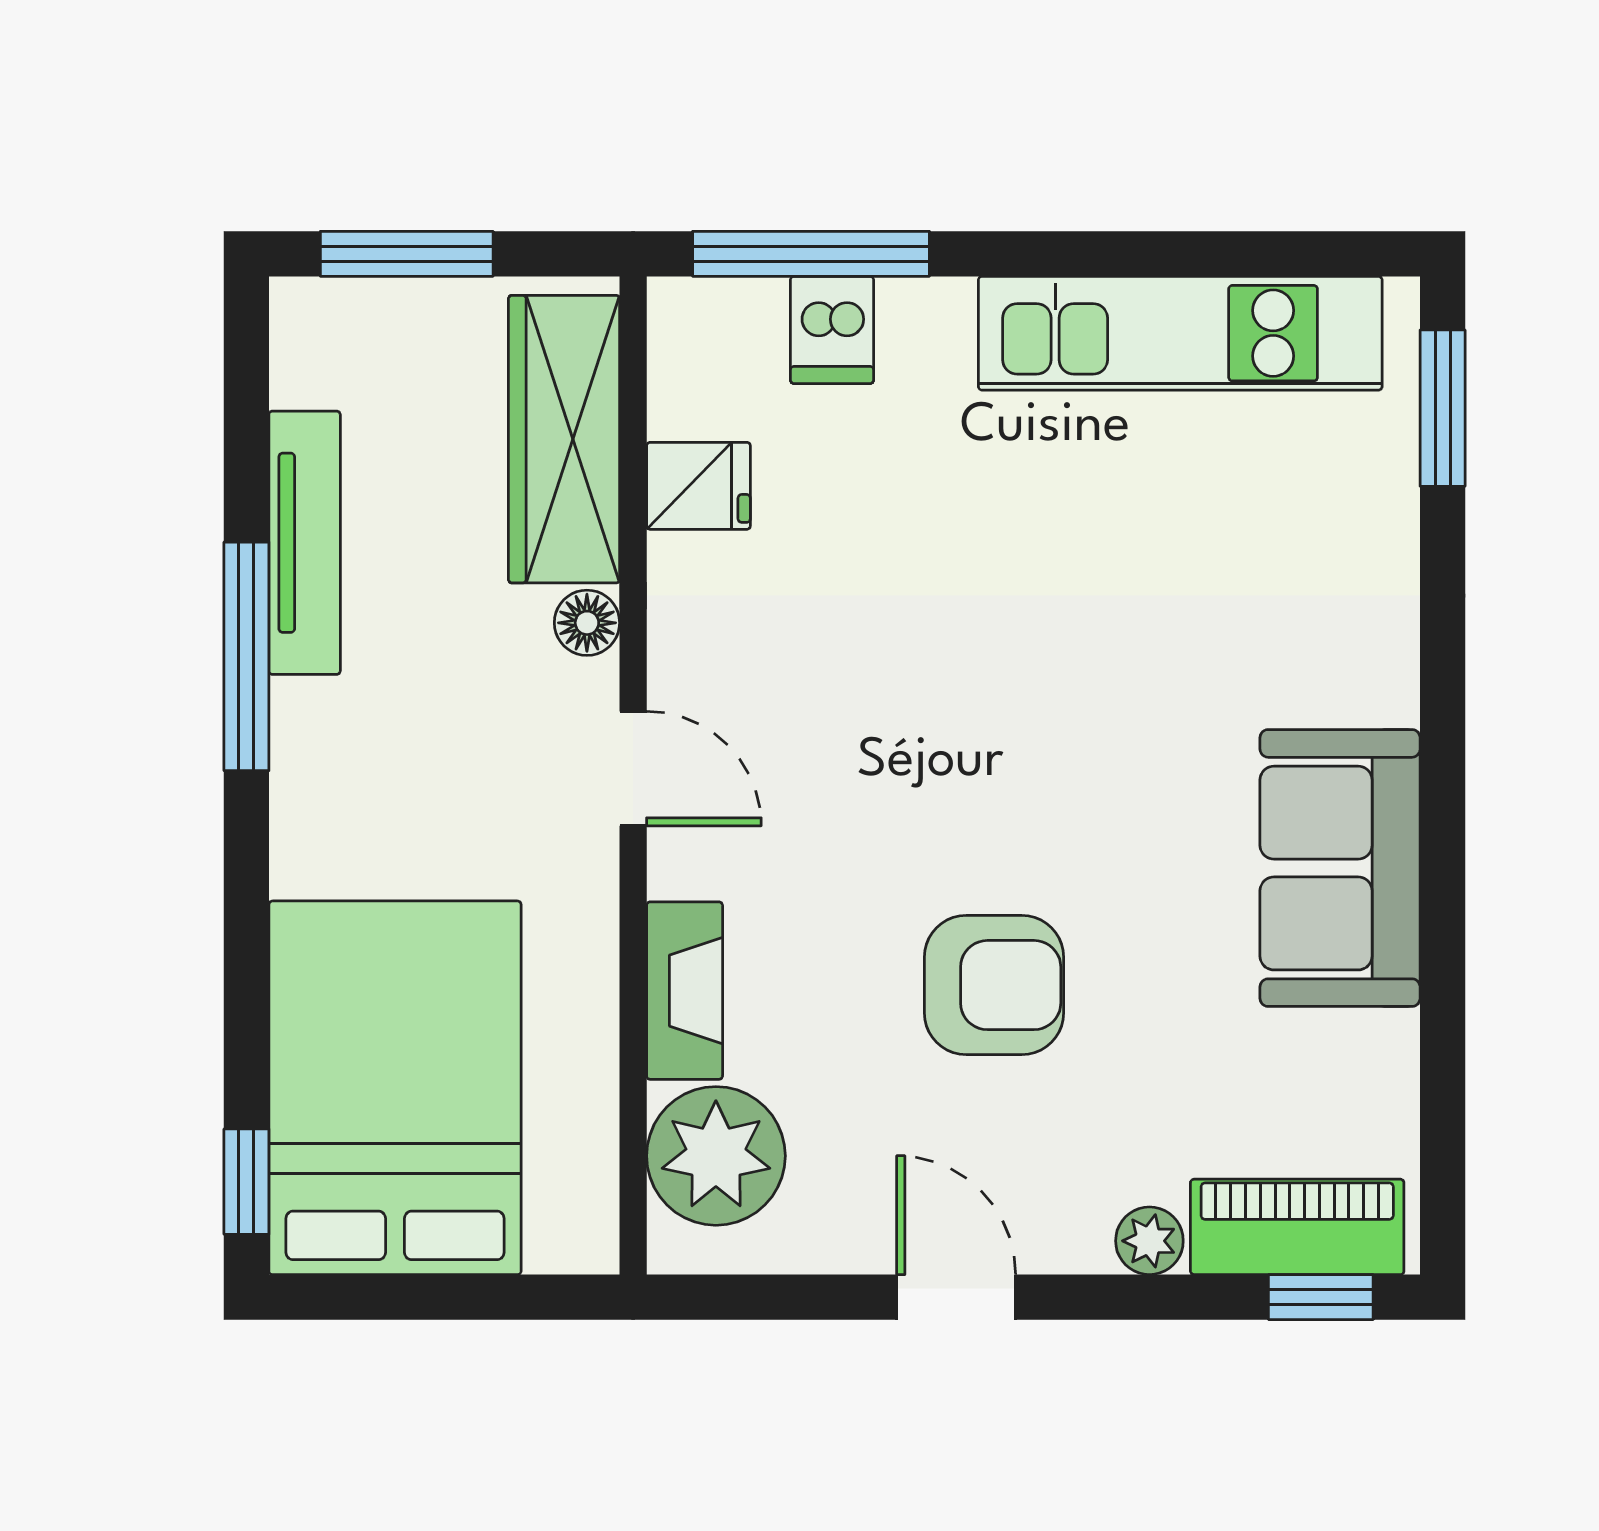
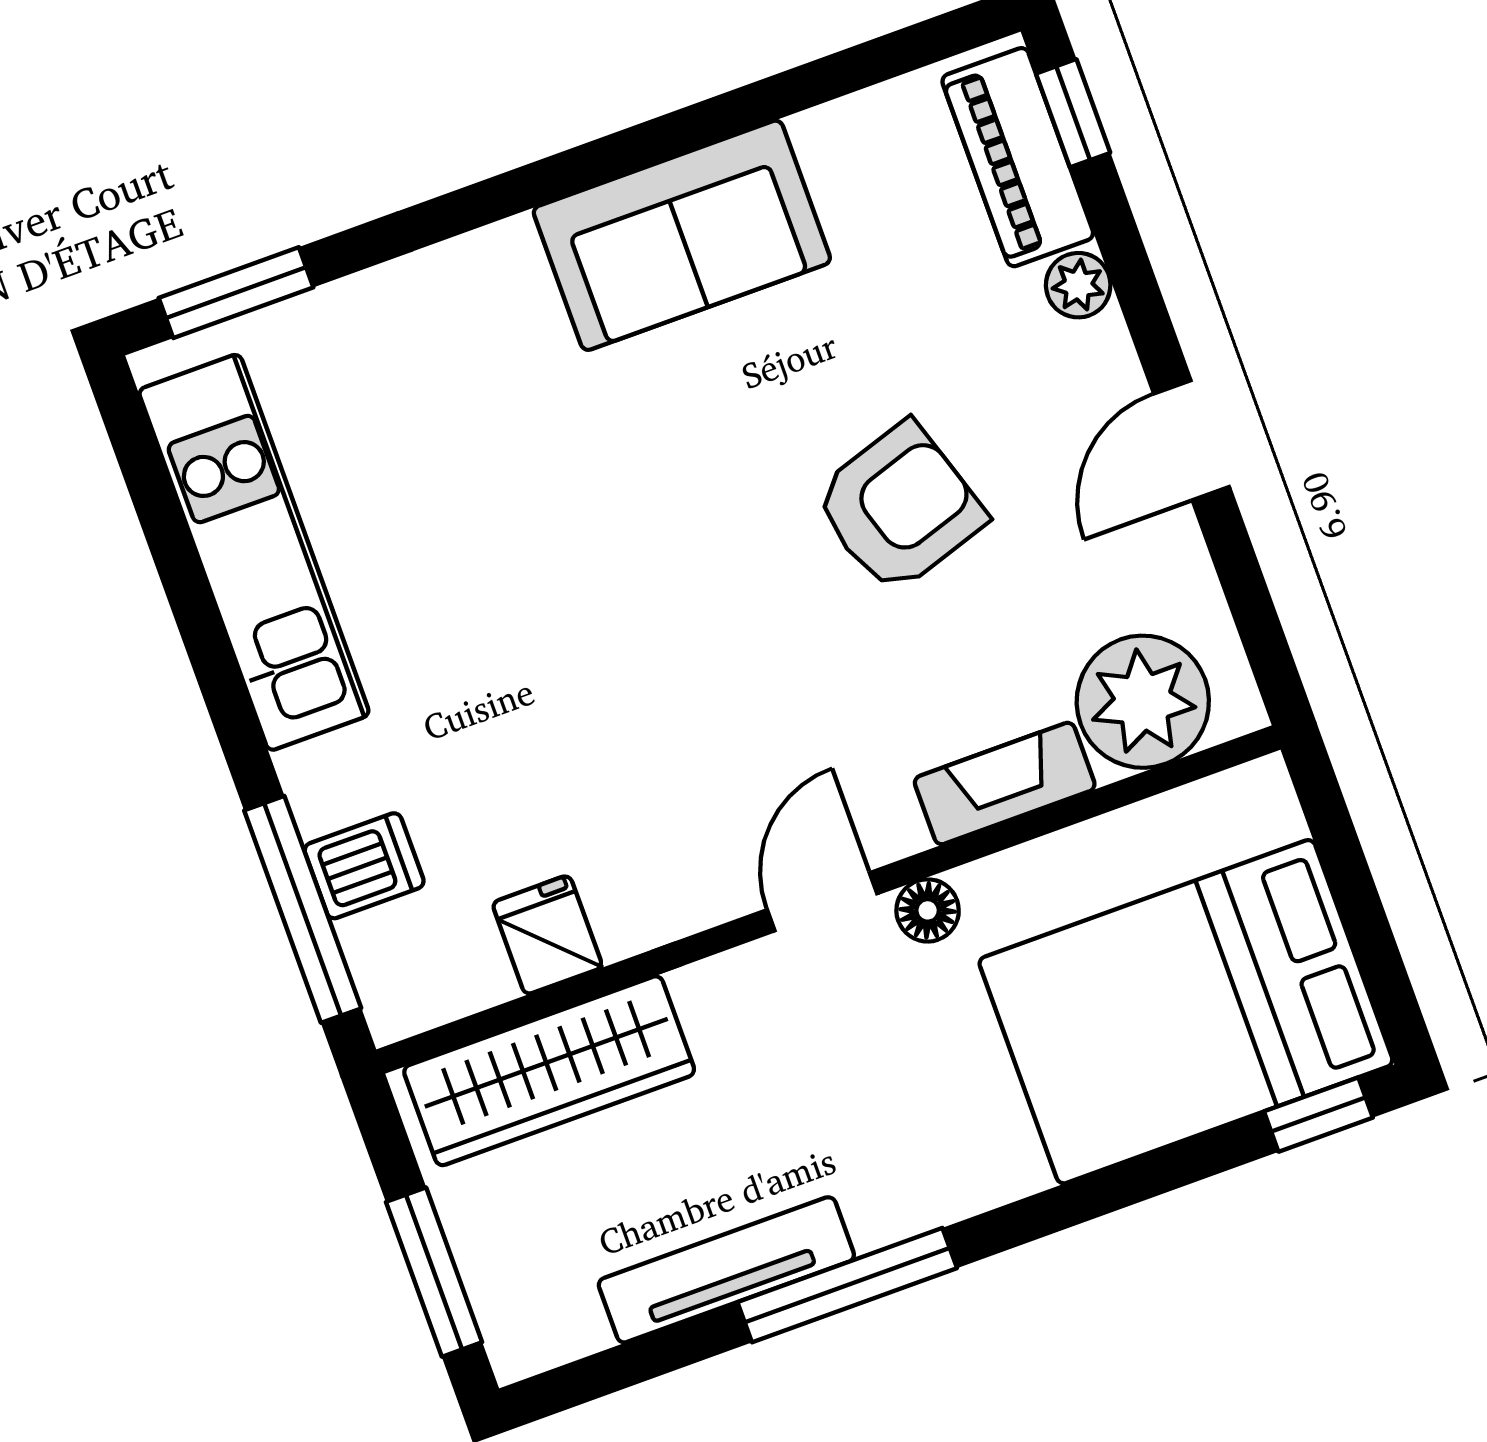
floor lamp: (587, 623) -> (928, 910), moved
armchair: (994, 985) -> (899, 508), turned 72

